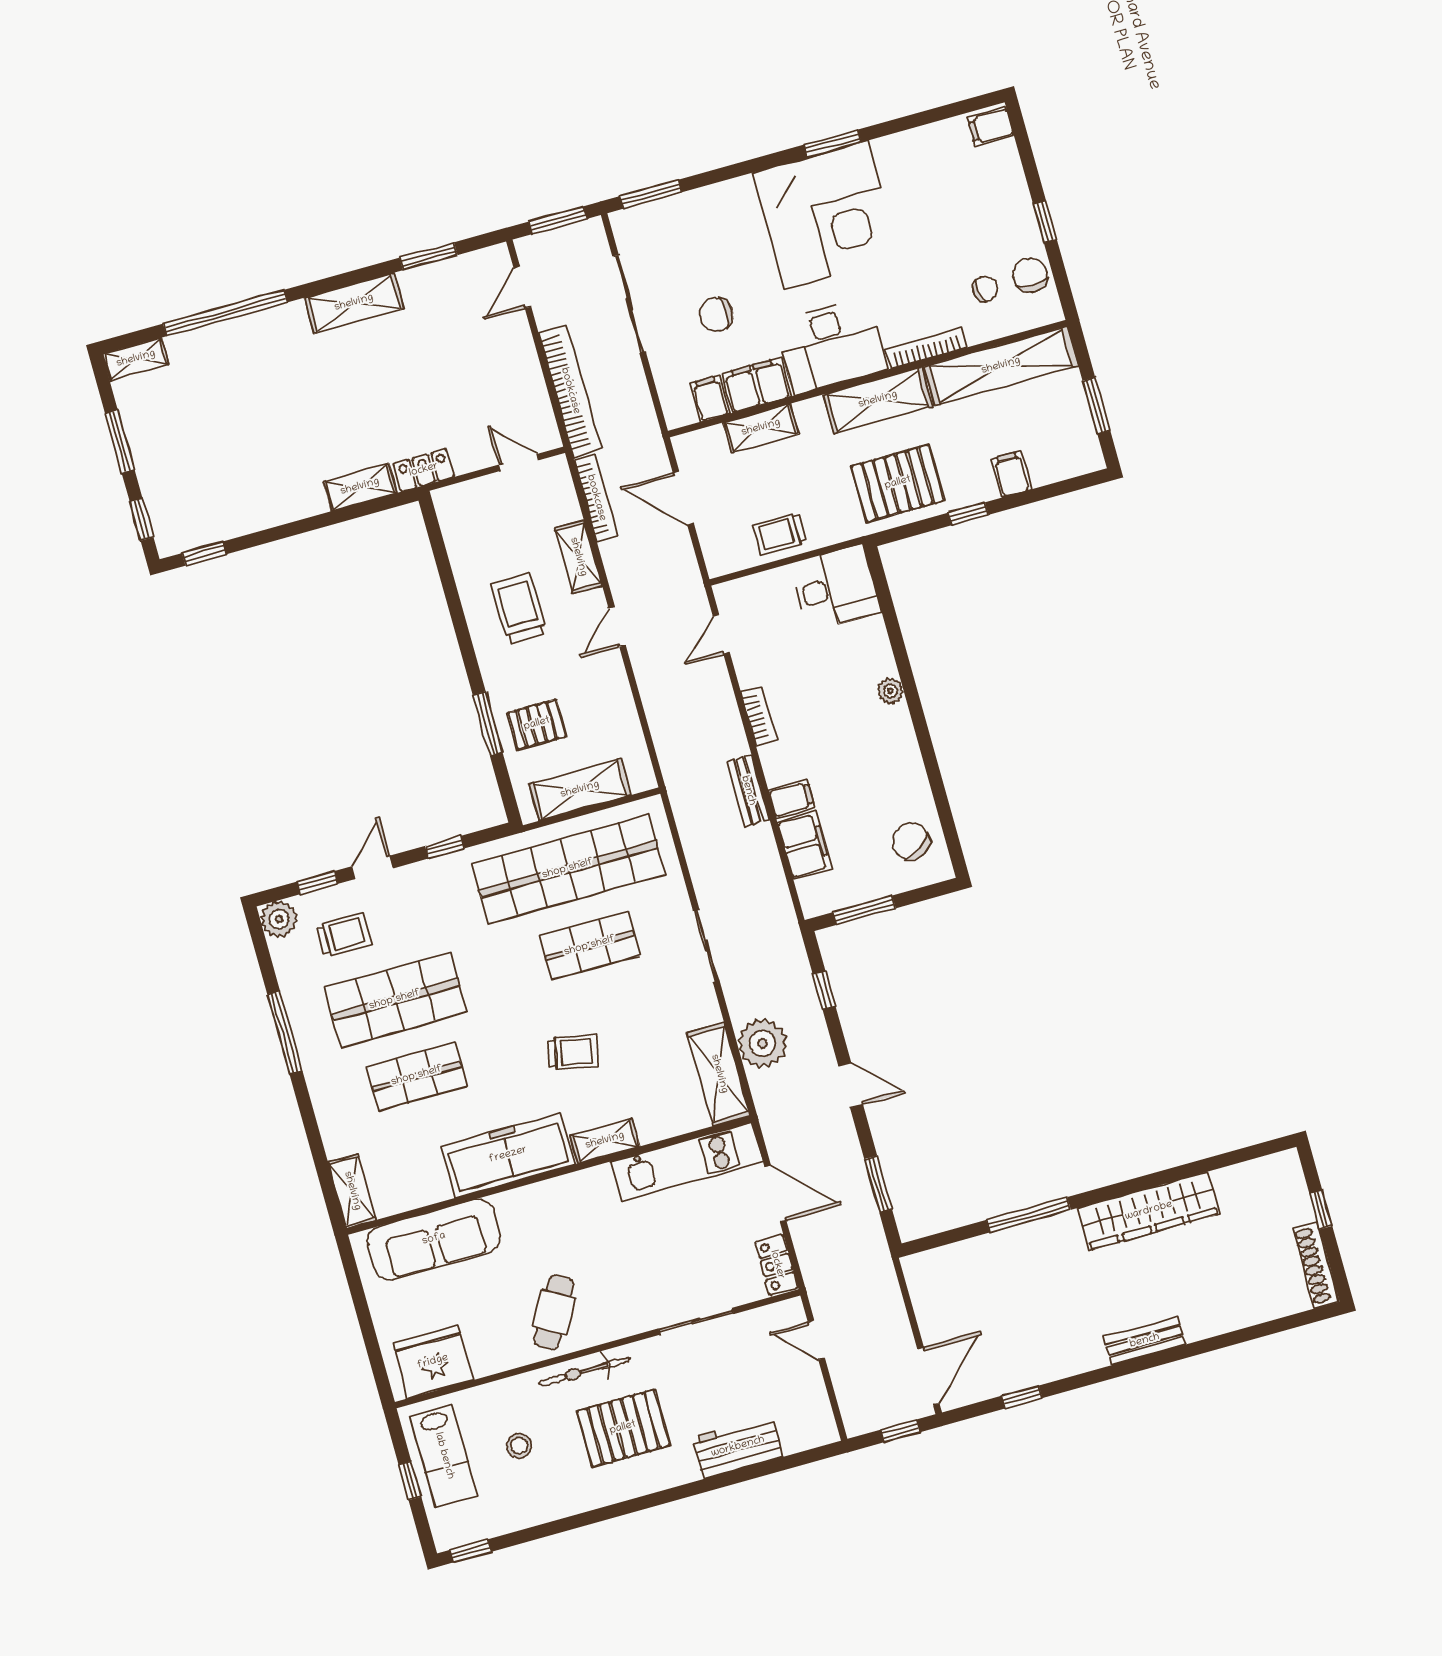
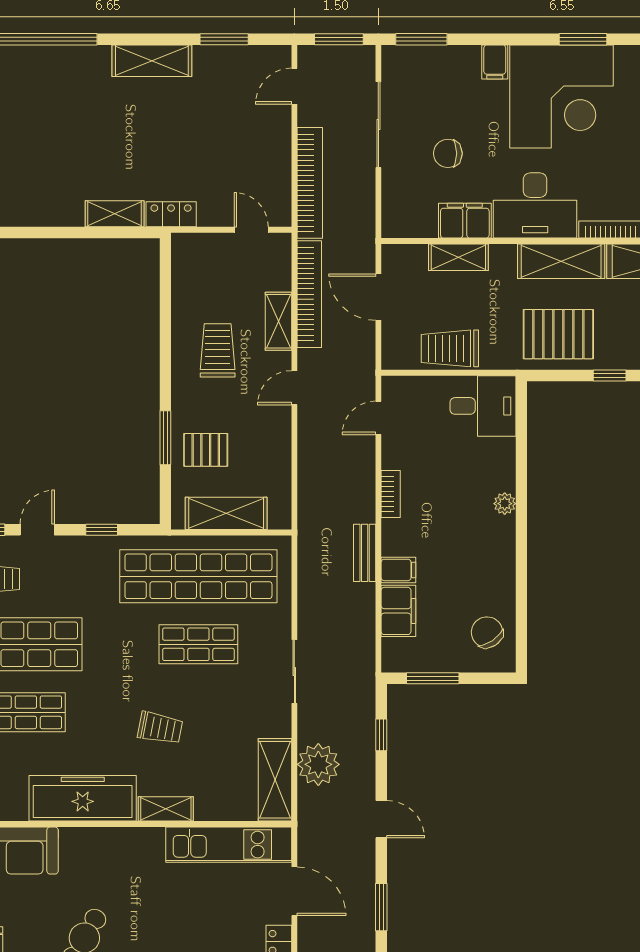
filing cabinet: (710, 398) -> (495, 62), moved, turned 180
bookcase: (596, 498) -> (309, 294), width x1.48, depth x1.31
trolley: (780, 534) -> (450, 348), width x1.36, depth x1.39

